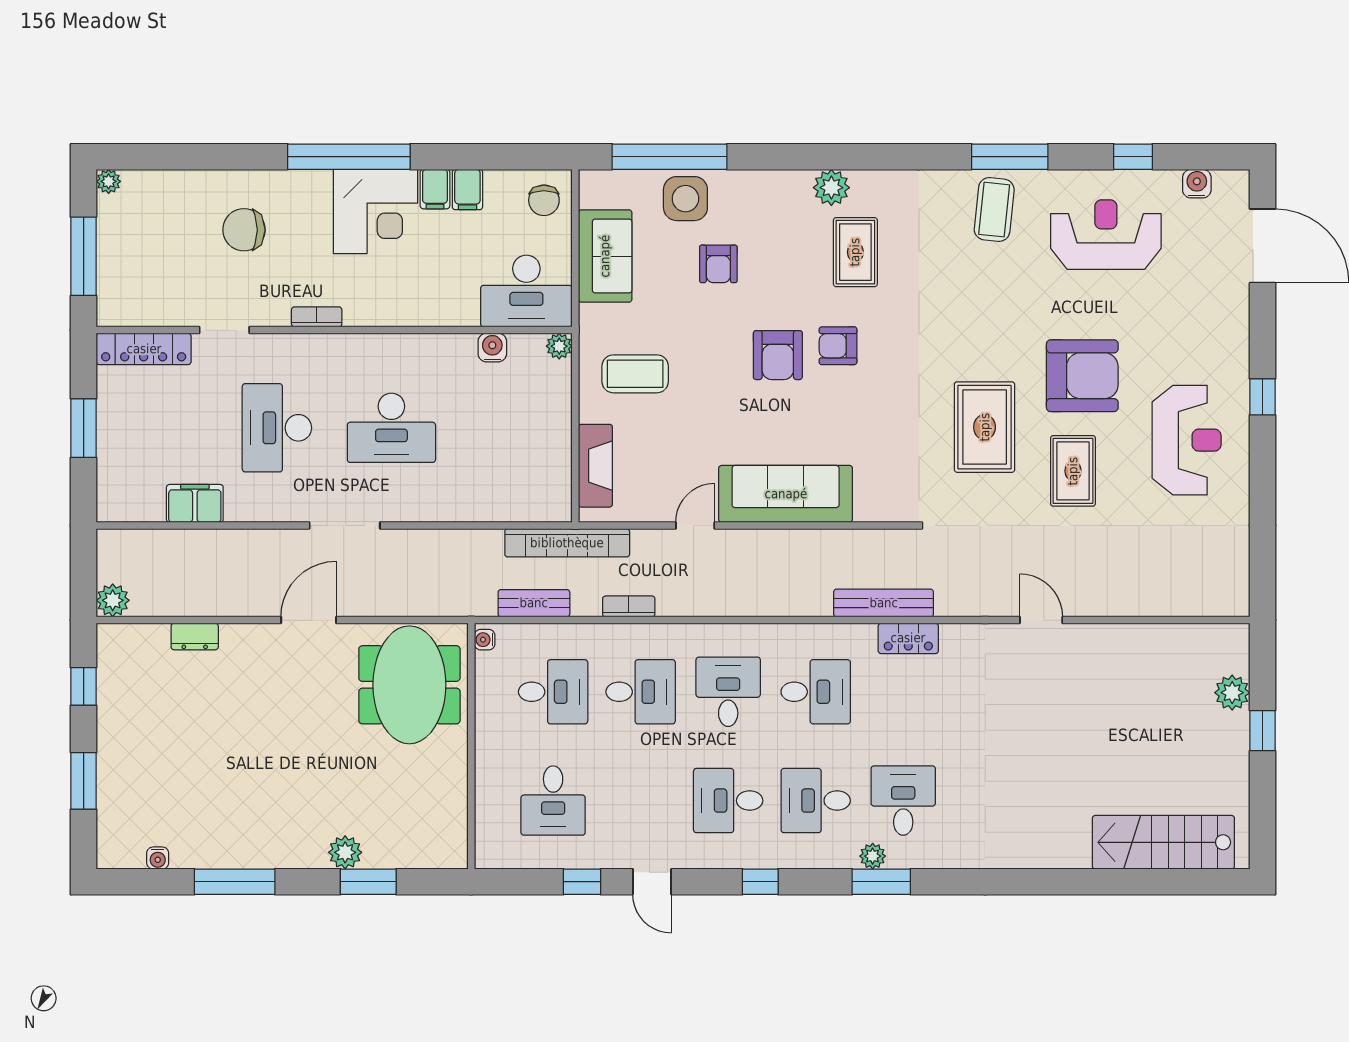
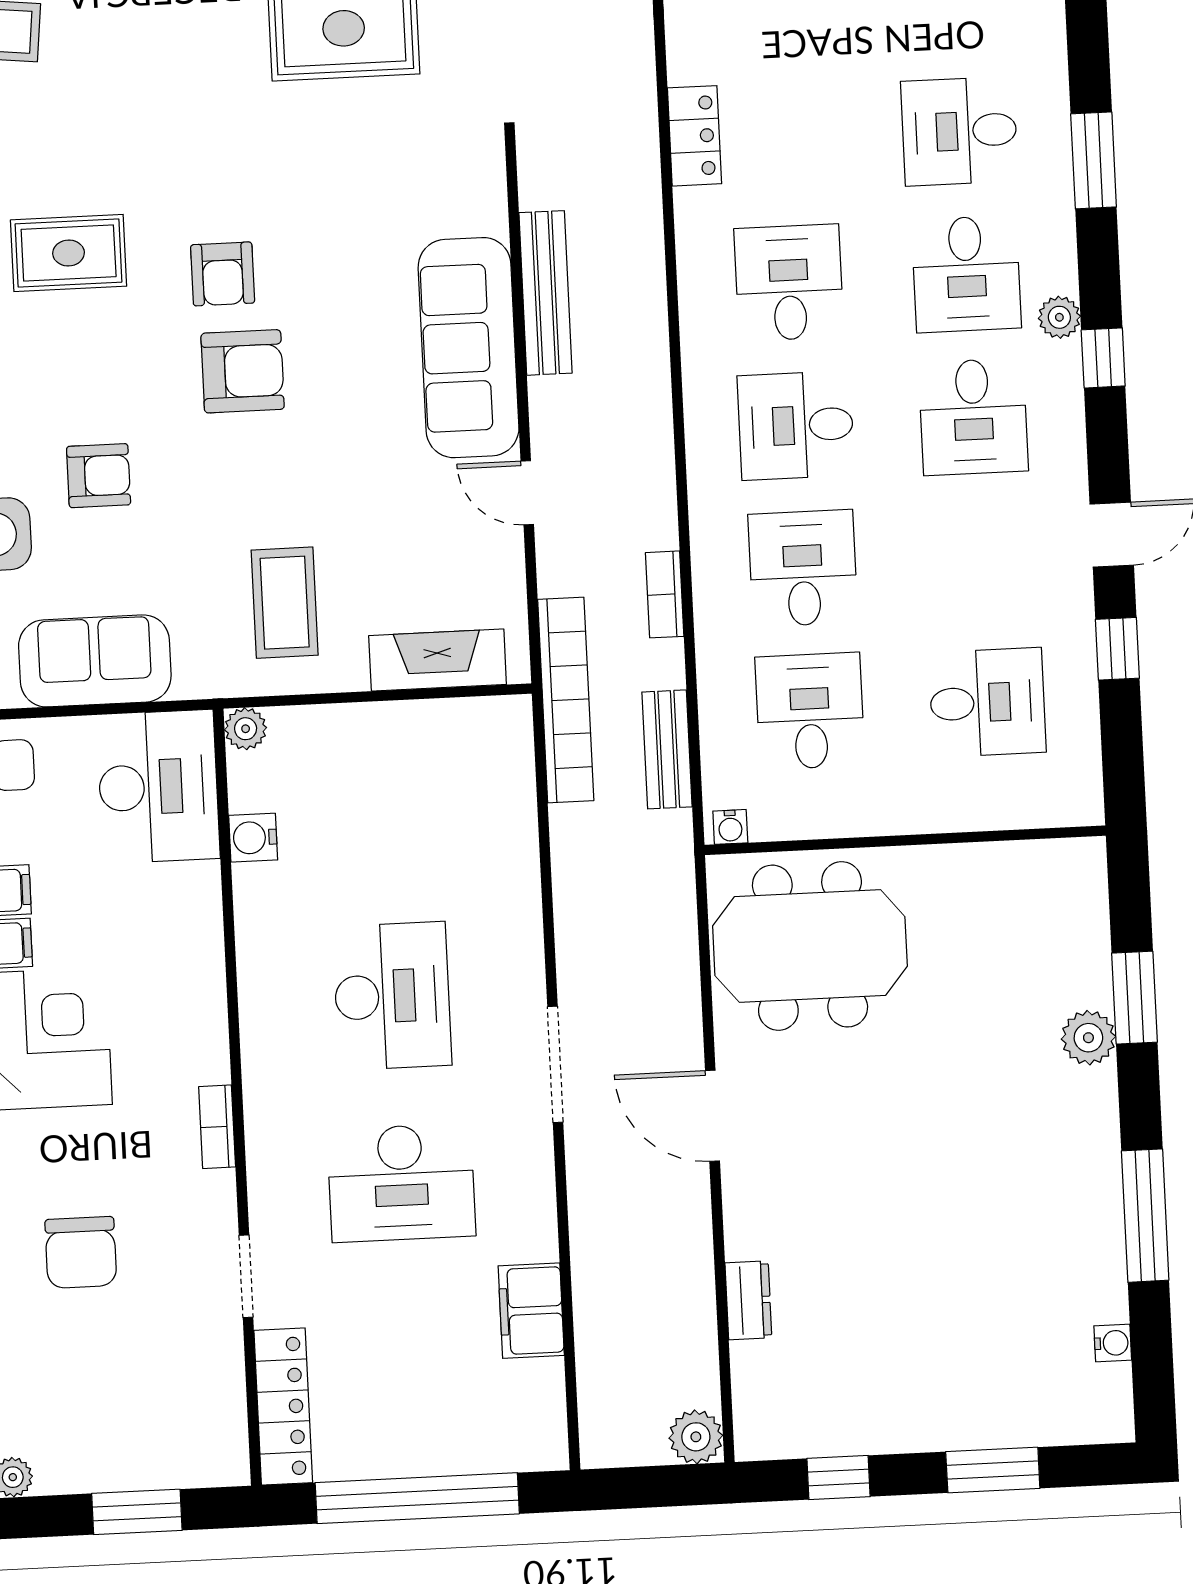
window: (84, 256) -> (137, 1512), width x0.69
window: (84, 428) -> (417, 1498), width x2.11
bench: (884, 603) -> (545, 293), moved
plant: (873, 856) -> (1059, 317), moved

